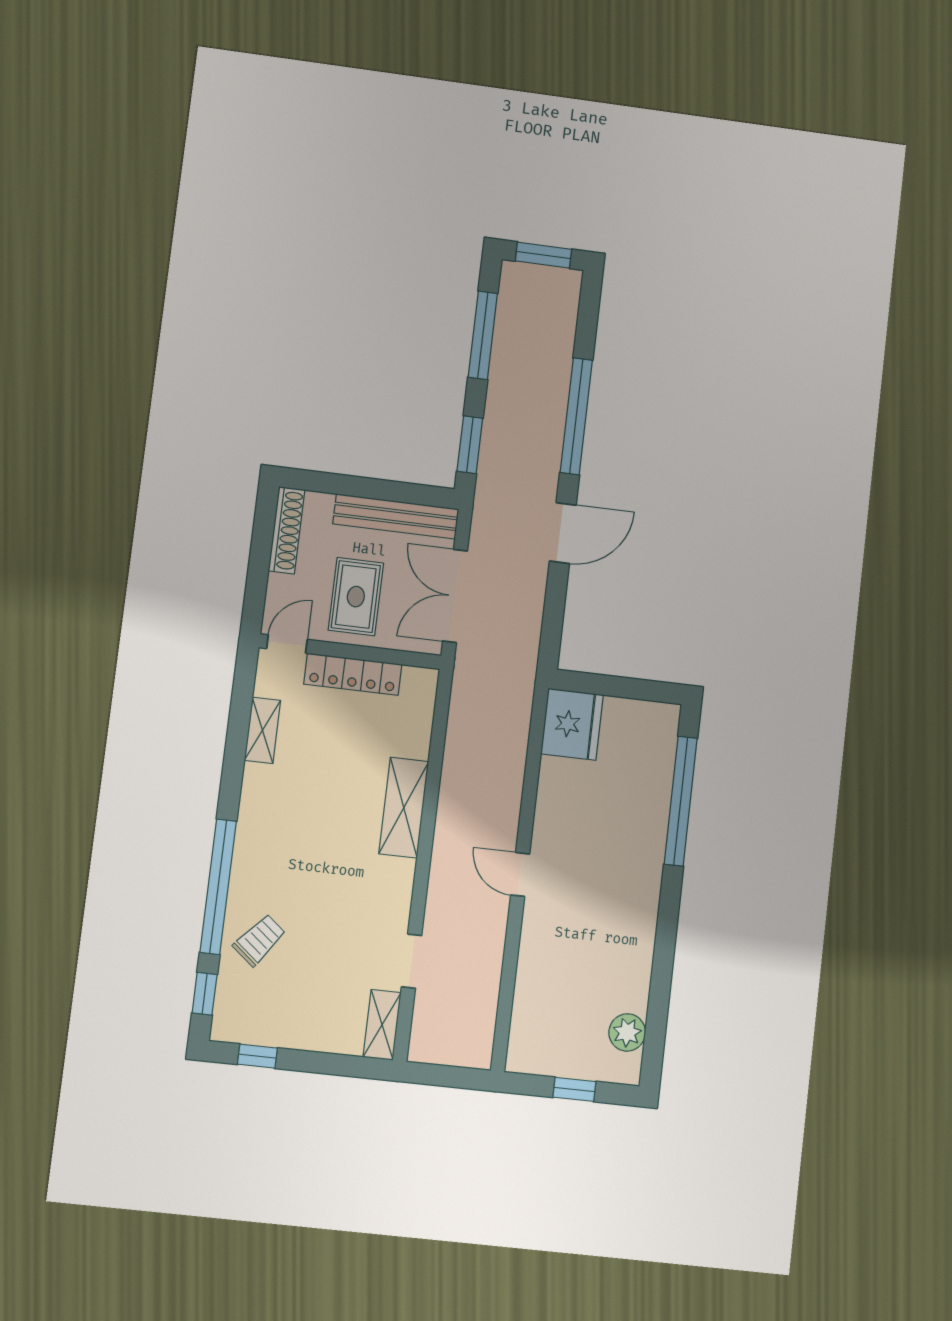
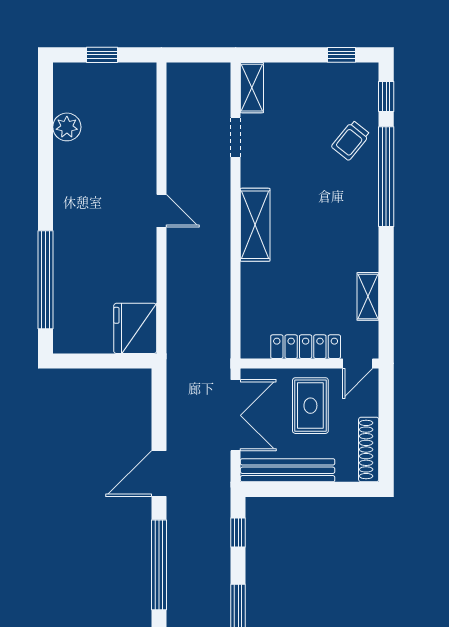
window: (470, 445) -> (238, 532), width x0.67
shelving: (404, 808) -> (255, 225), moved
plant: (627, 1032) -> (67, 127), moved

